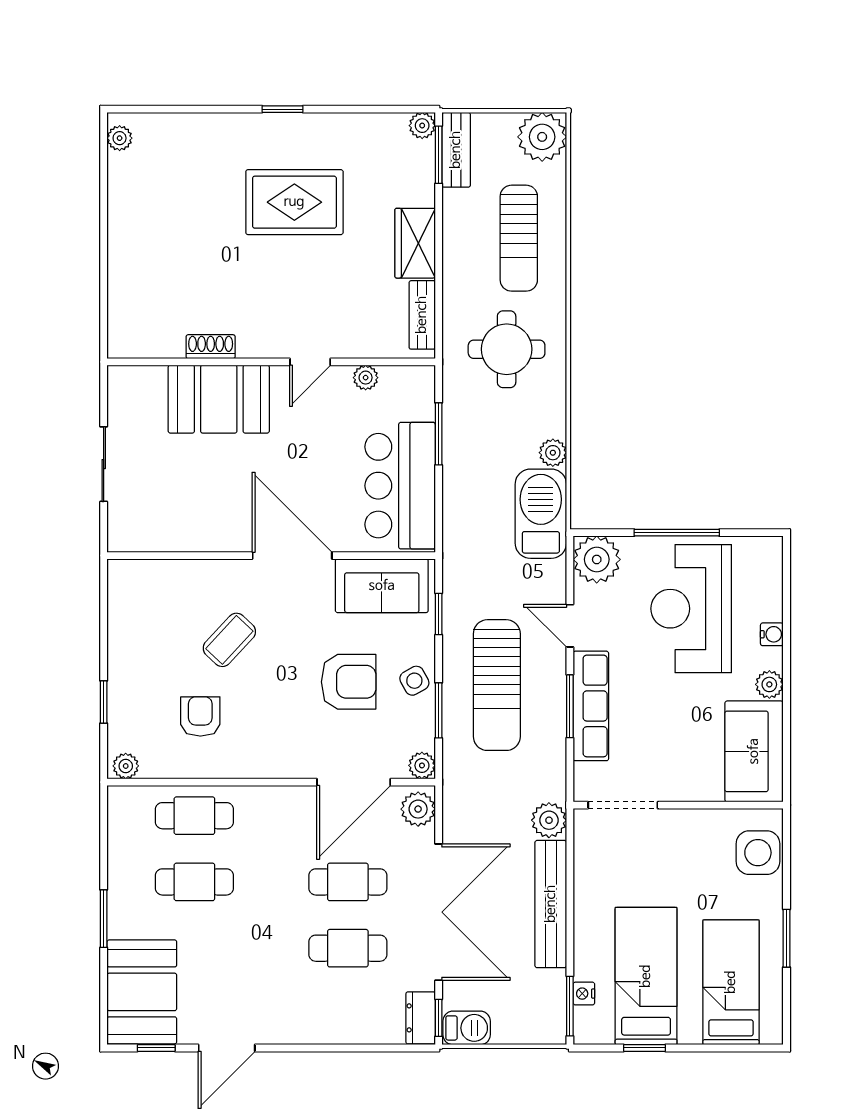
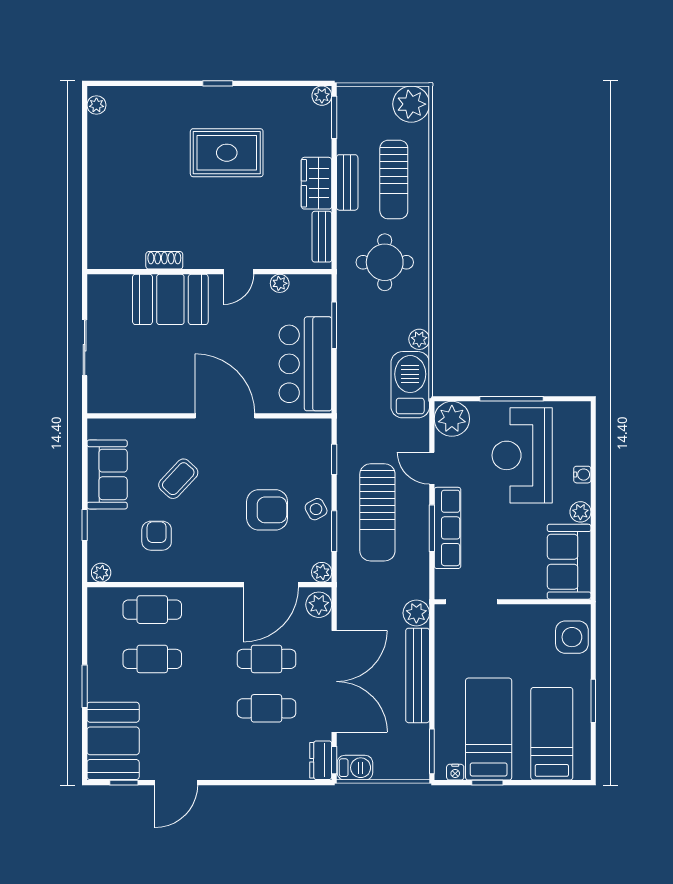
bench: (456, 150) -> (347, 182), moved
sofa: (382, 586) -> (107, 474), moved, turned -90
nightstand: (584, 994) -> (455, 772), moved, turned -90

